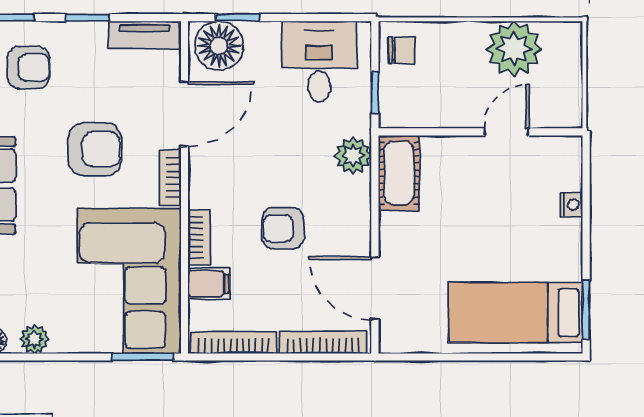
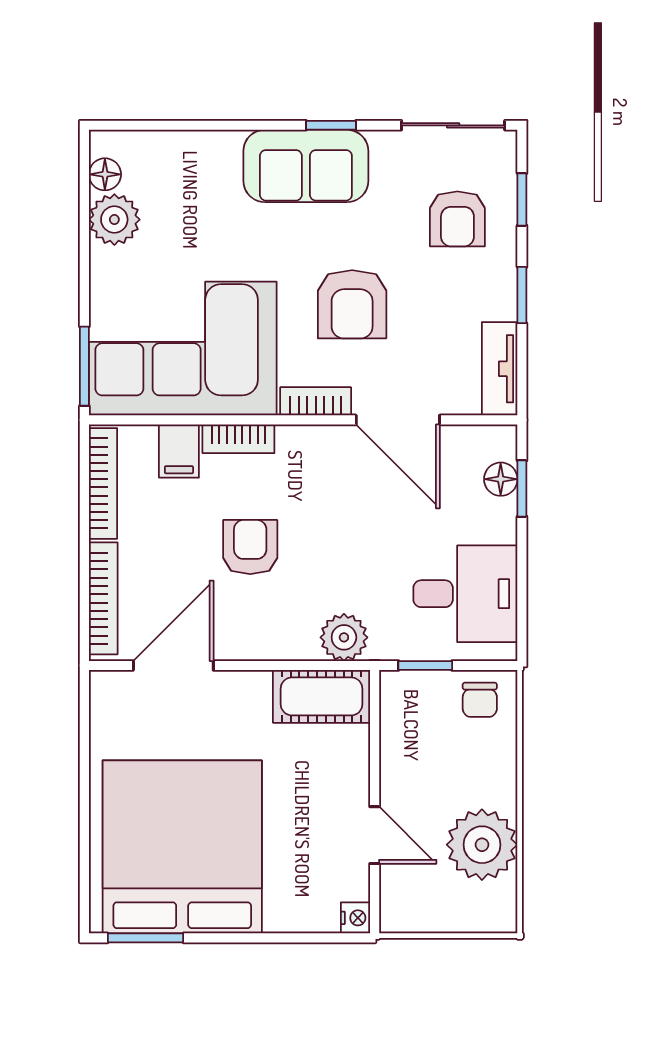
floor lamp: (219, 46) -> (501, 479), width x0.53, depth x0.53
nightstand: (571, 205) -> (355, 918), moved, turned -90
bed: (516, 313) -> (182, 847), width x2.04
plant: (34, 339) -> (114, 220), width x1.38, depth x1.38

